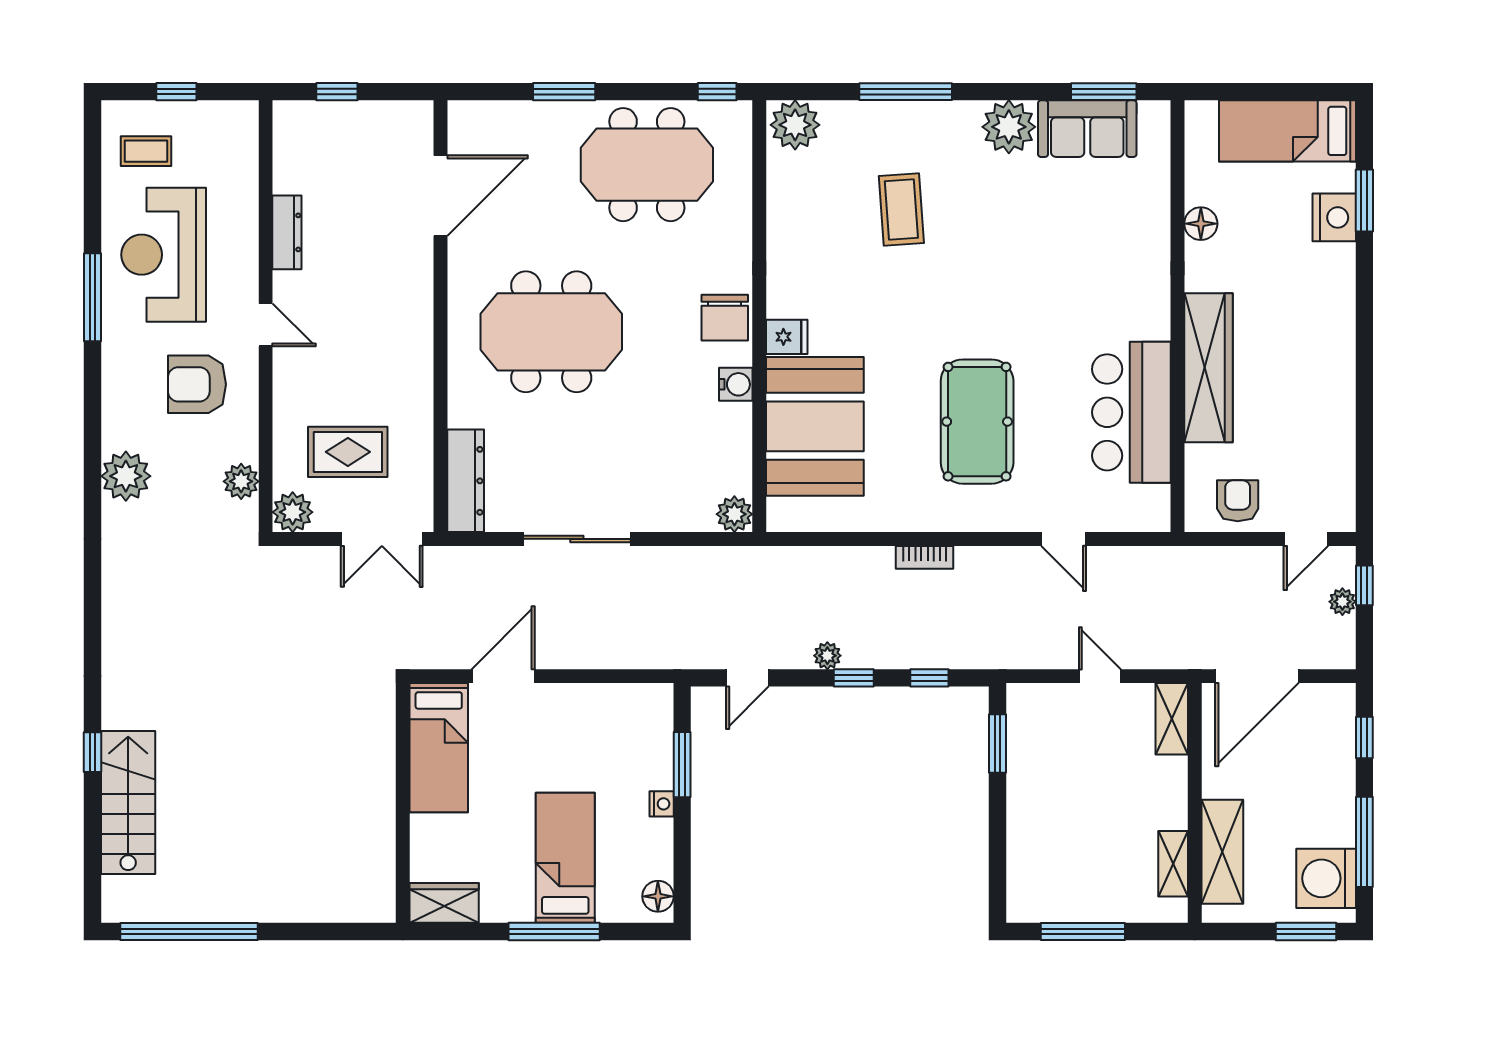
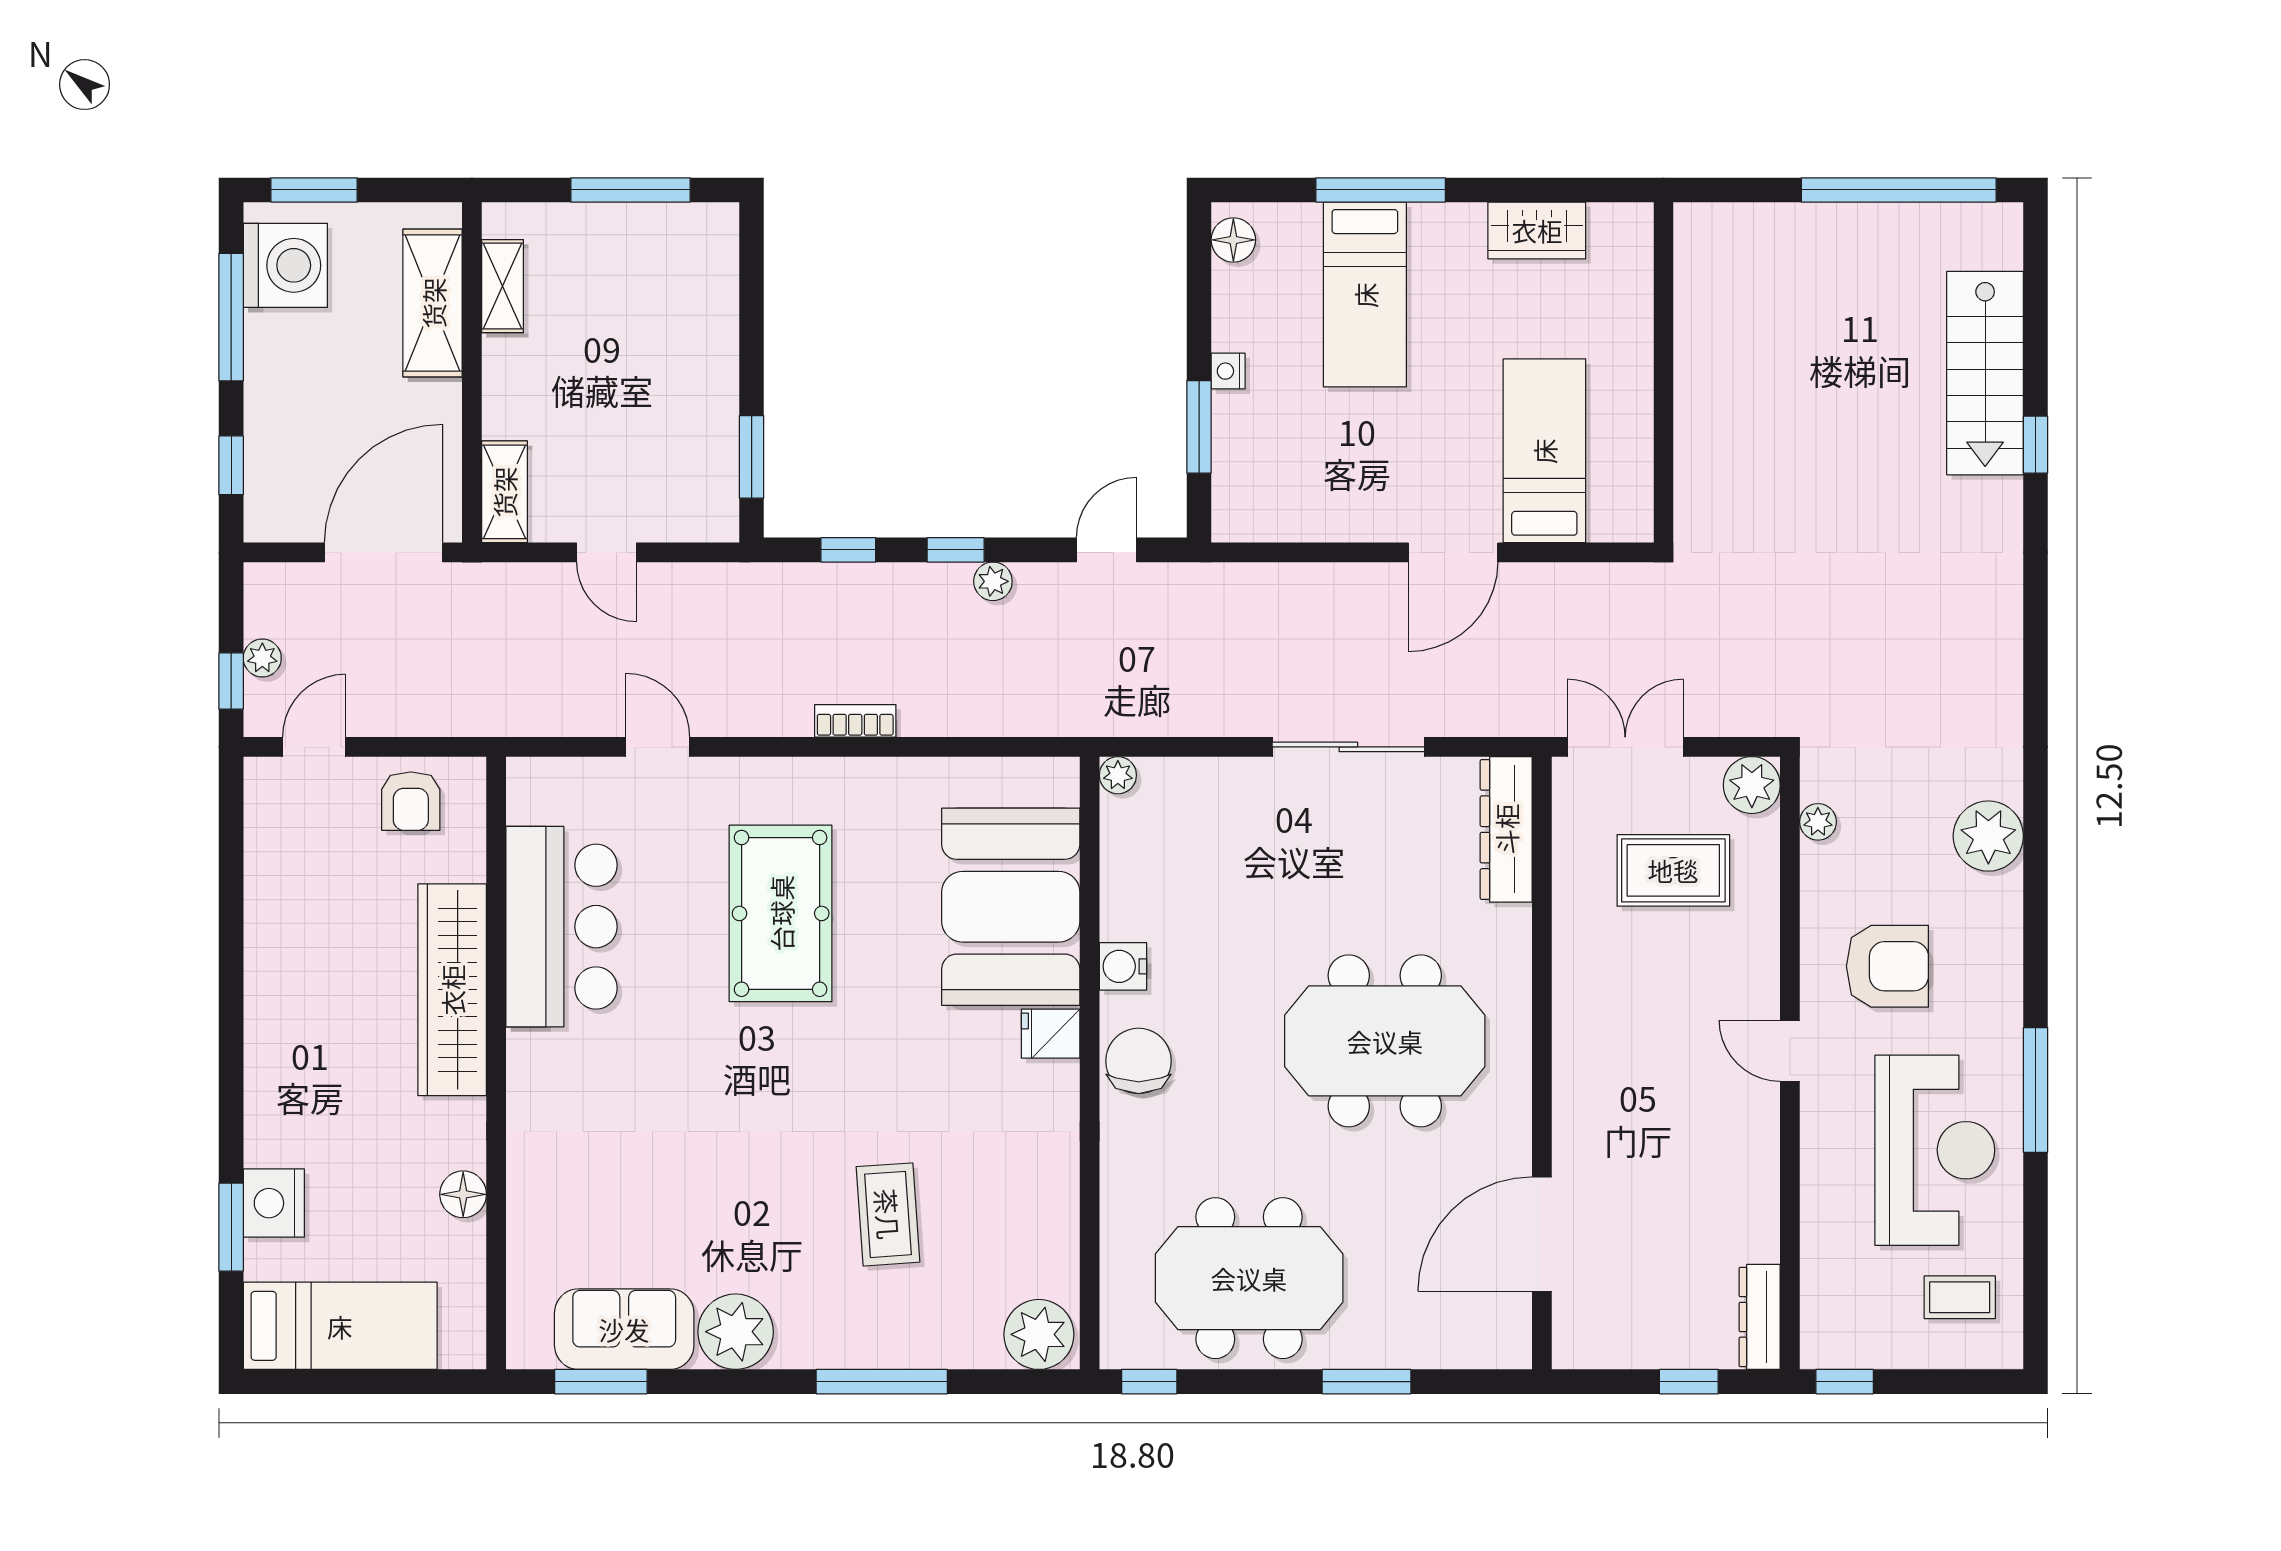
window: (176, 92) -> (1845, 1382), moved
dresser: (287, 232) -> (1760, 1317), moved
plant: (241, 481) -> (1818, 822), width x0.73, depth x0.73
plant: (734, 514) -> (1118, 775), width x0.73, depth x0.73
wall: (403, 803) -> (1664, 372), moved

